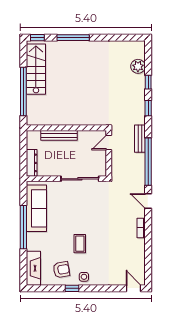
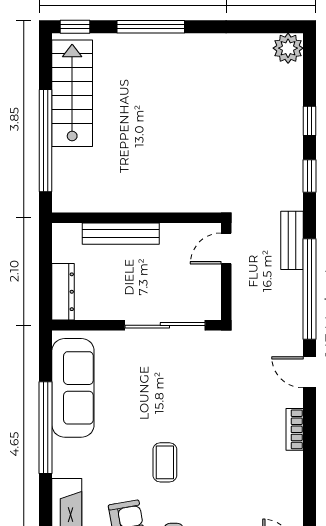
plant: (138, 66) -> (288, 48), moved

